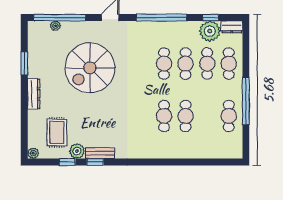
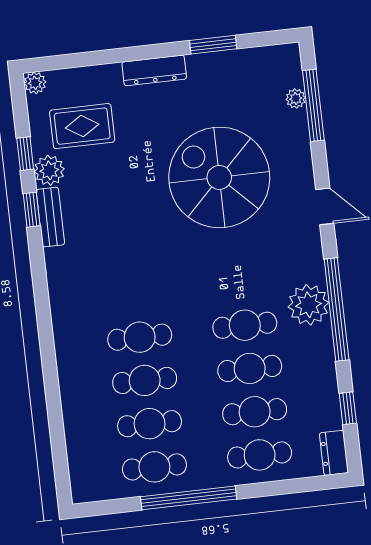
window: (60, 18) -> (313, 105), width x0.68
plant: (210, 31) -> (308, 305), moved
cafe table: (207, 116) -> (150, 424), added

